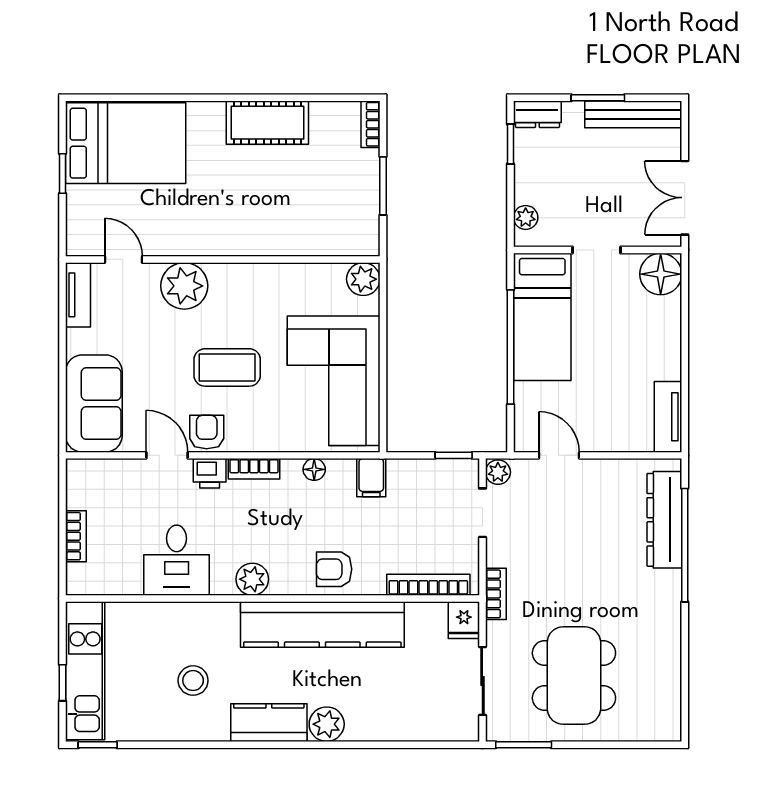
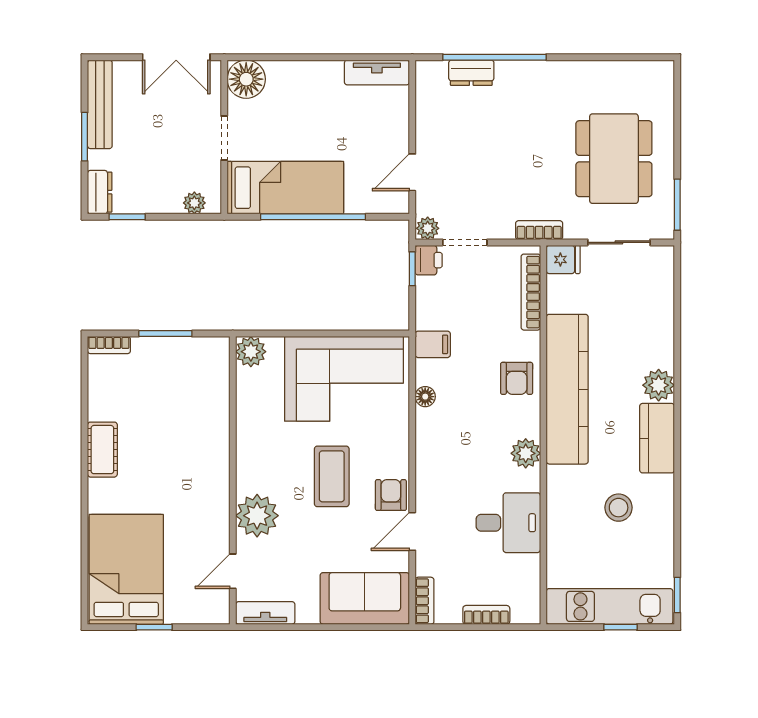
cot: (267, 123) -> (102, 450), width x0.73, depth x0.75
armchair: (207, 432) -> (391, 495), turned 90
bookcase: (254, 469) -> (425, 601), moved
printer: (210, 473) -> (429, 260), moved
dresser: (664, 520) -> (471, 73), width x0.51, depth x0.80
dining table: (574, 676) -> (614, 159), turned 90

